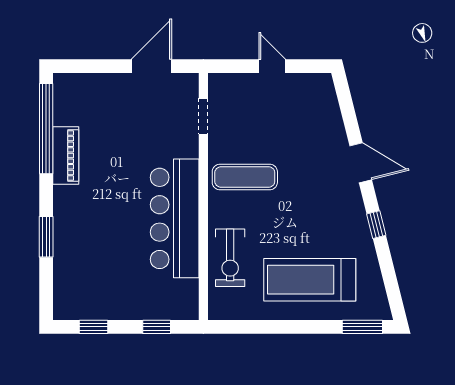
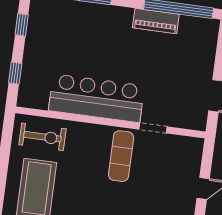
doorway: (203, 116) -> (153, 128), moved
exercise bike: (230, 258) -> (42, 137), moved, turned 180

